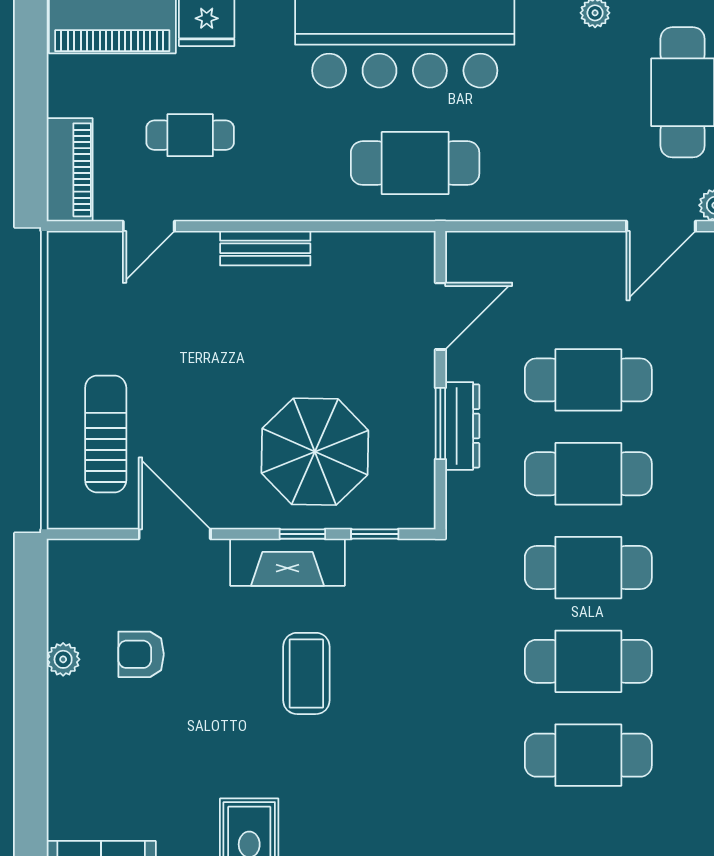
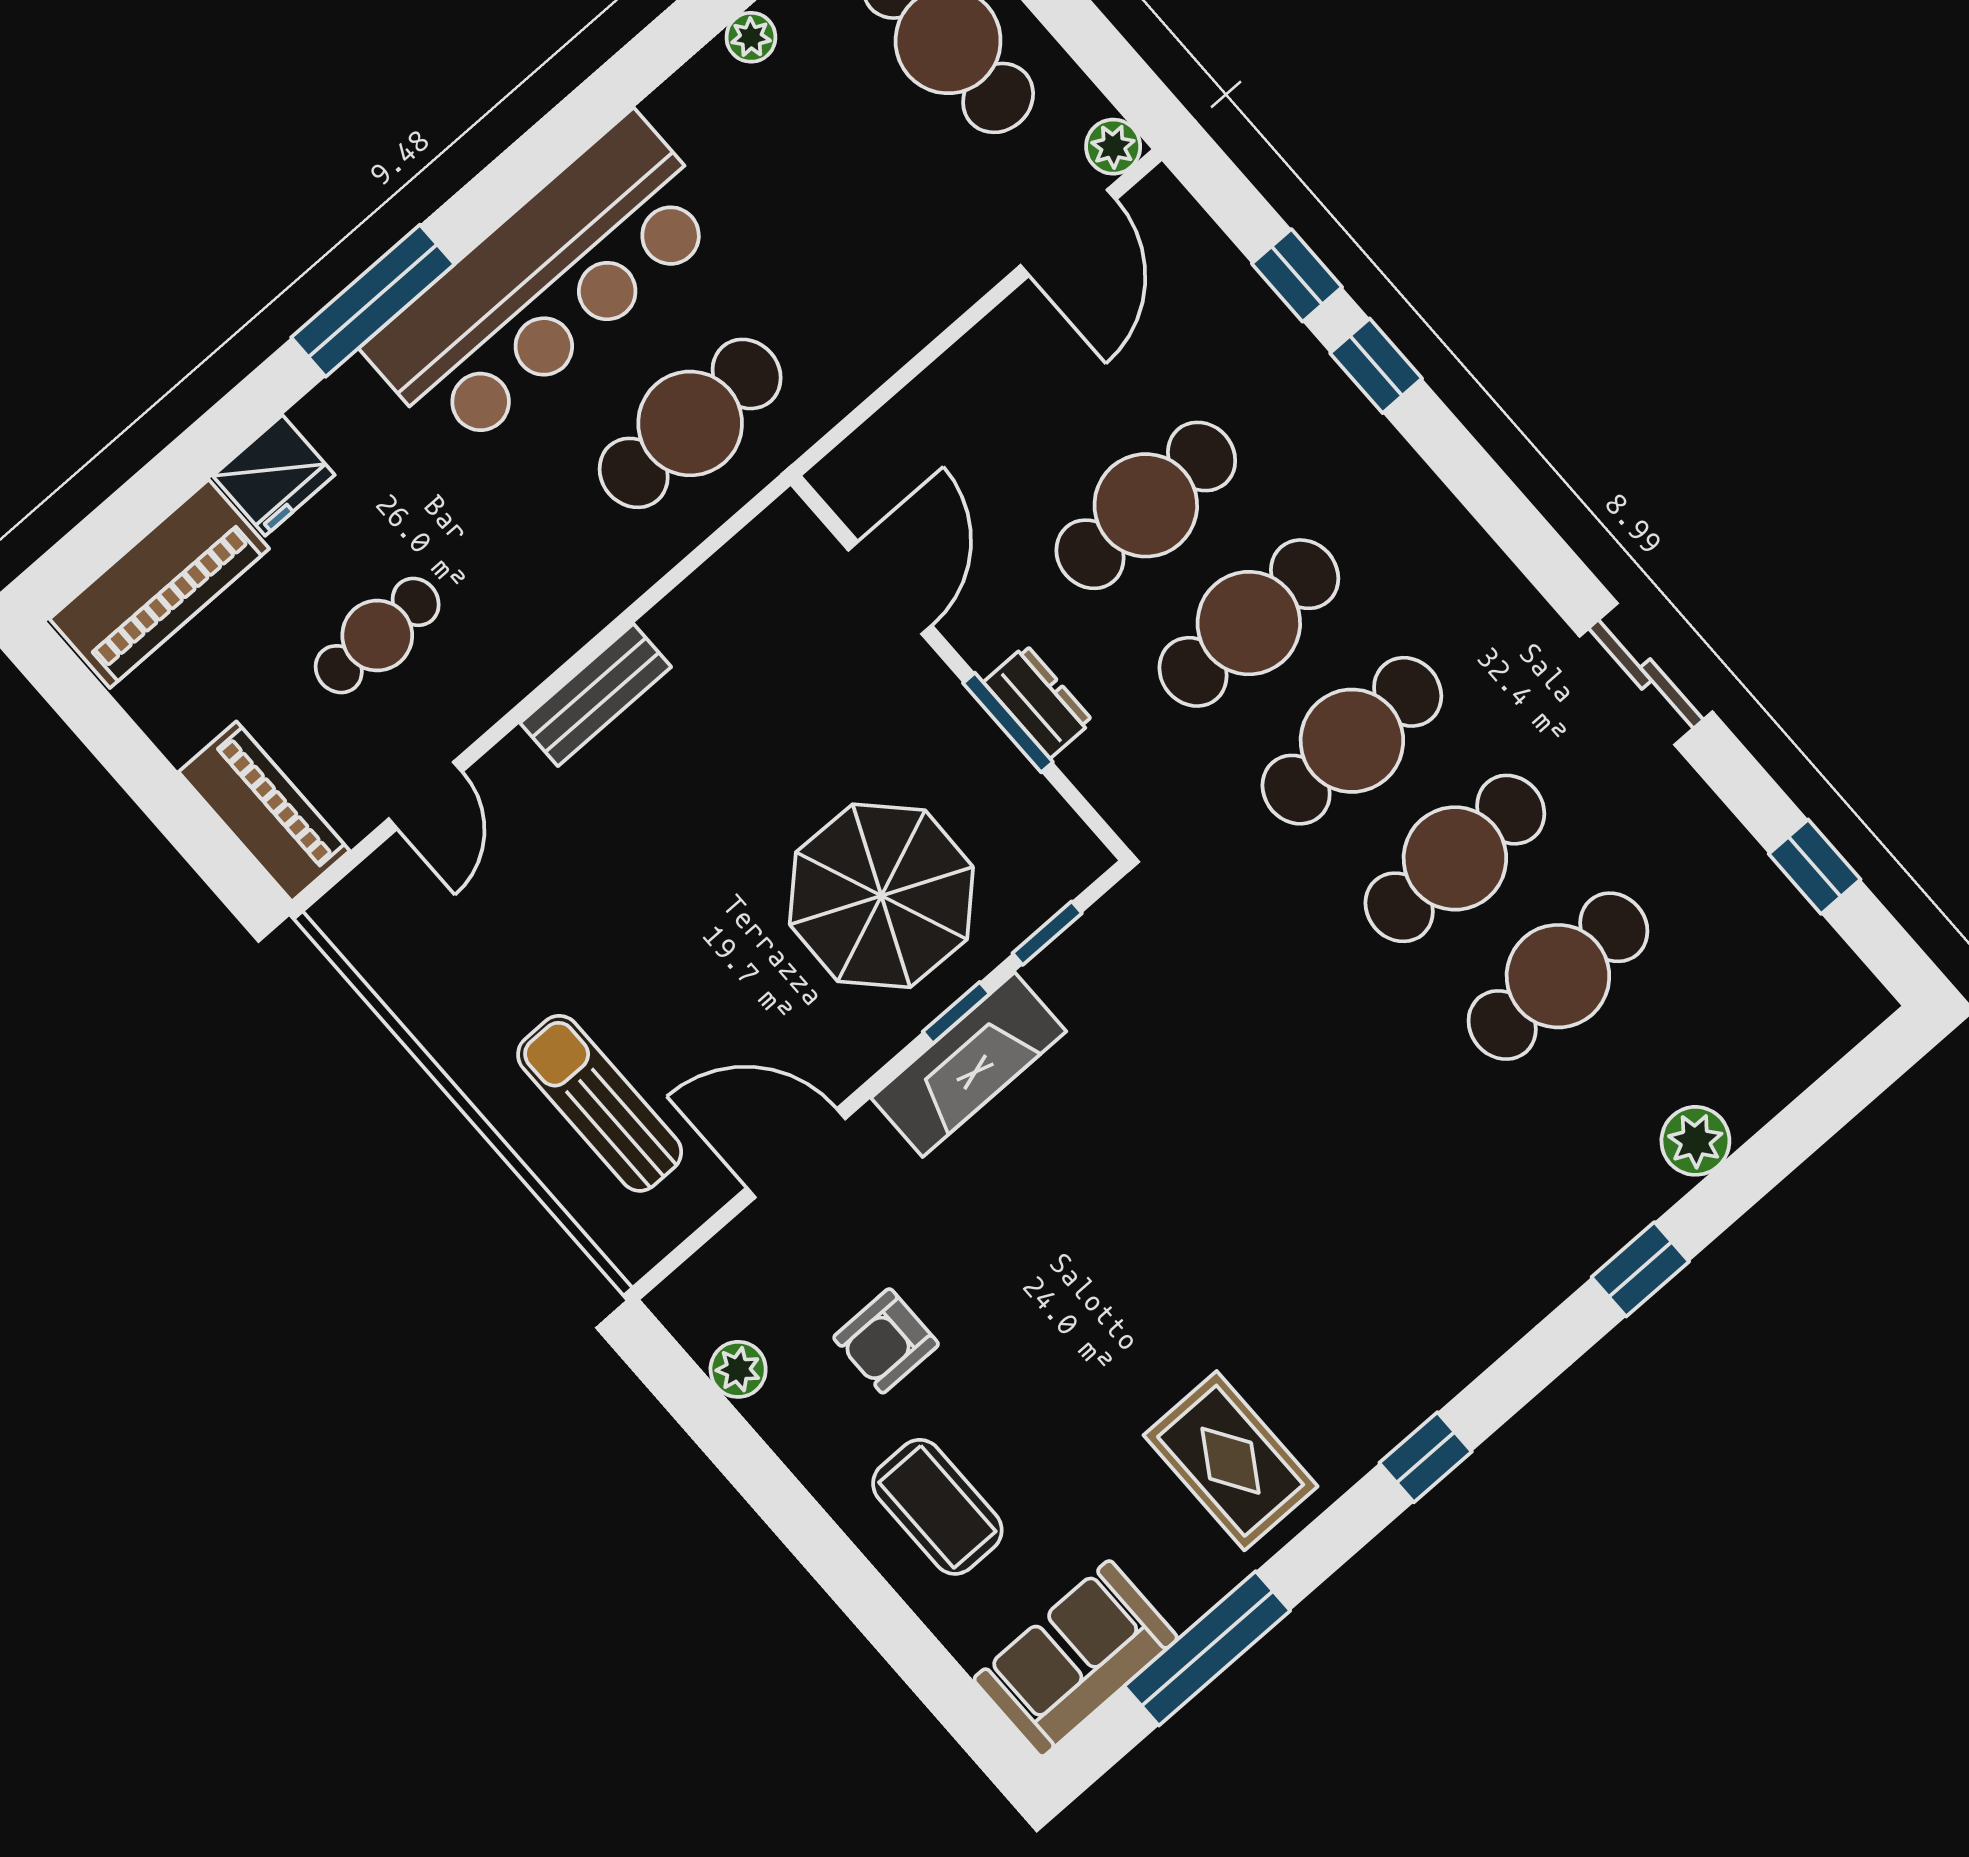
dresser: (462, 426) -> (1038, 702), width x0.70
plant: (63, 659) -> (738, 1369), moved
coffee table: (306, 673) -> (937, 1507), moved

